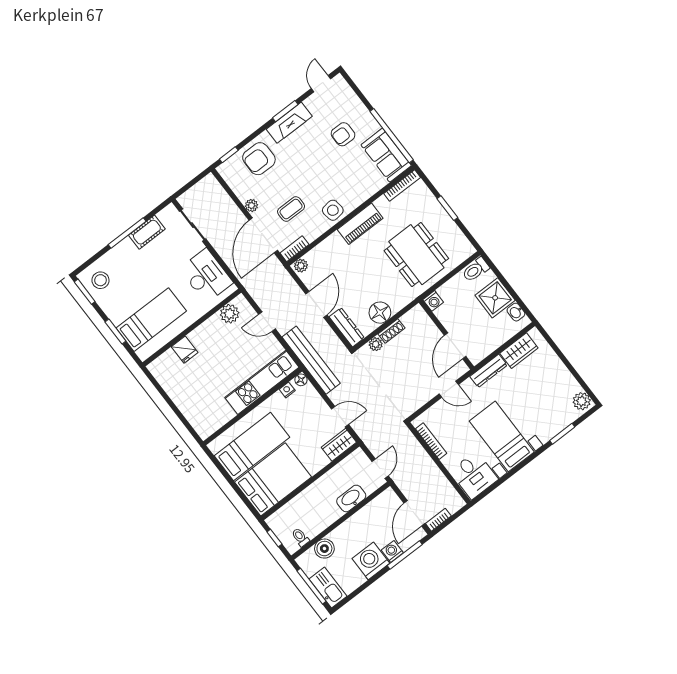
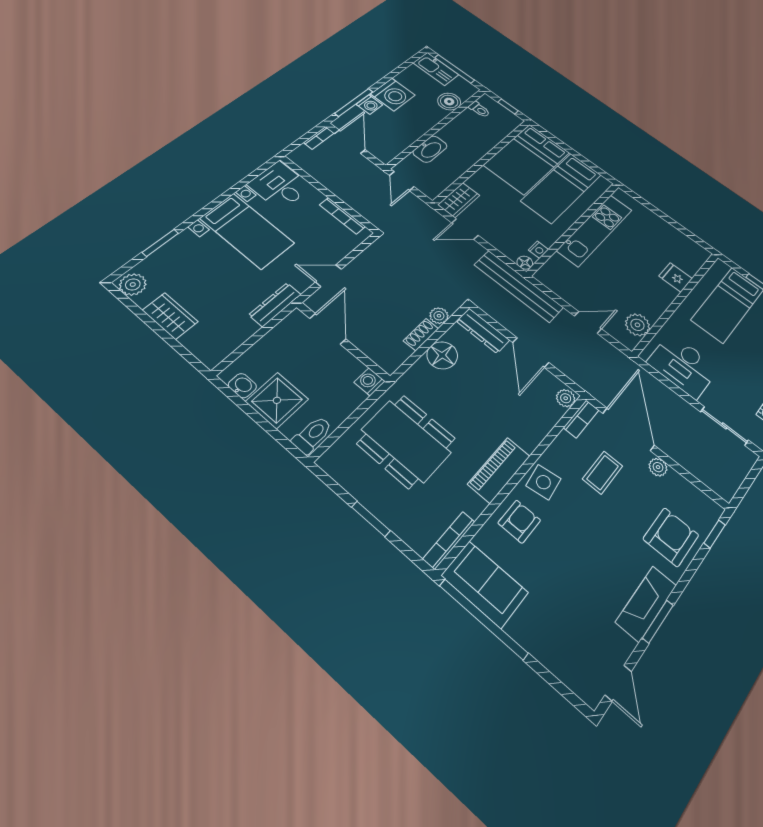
armchair: (343, 134) -> (519, 522), moved
wardrobe: (519, 351) -> (170, 316), moved, turned 90
kitchen unit: (262, 382) -> (595, 230), moved

